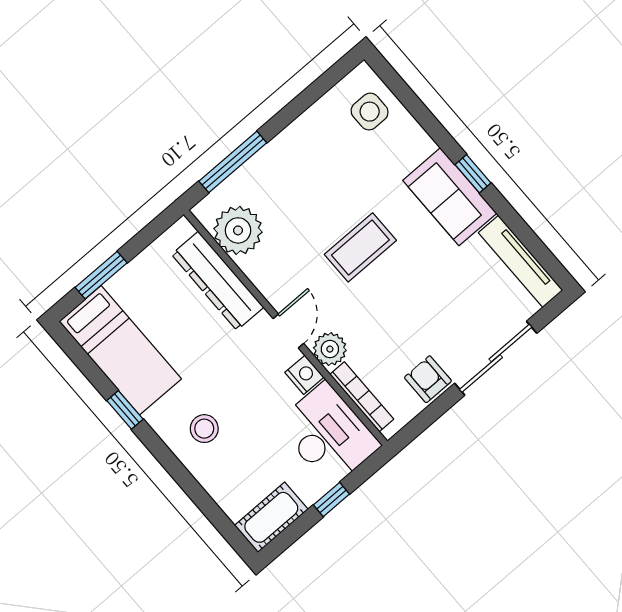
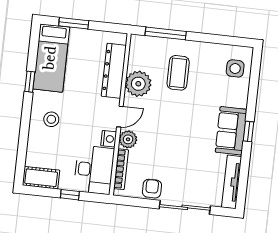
plant: (238, 230) -> (138, 84), moved
coffee table: (360, 247) -> (178, 73), moved, turned 90

